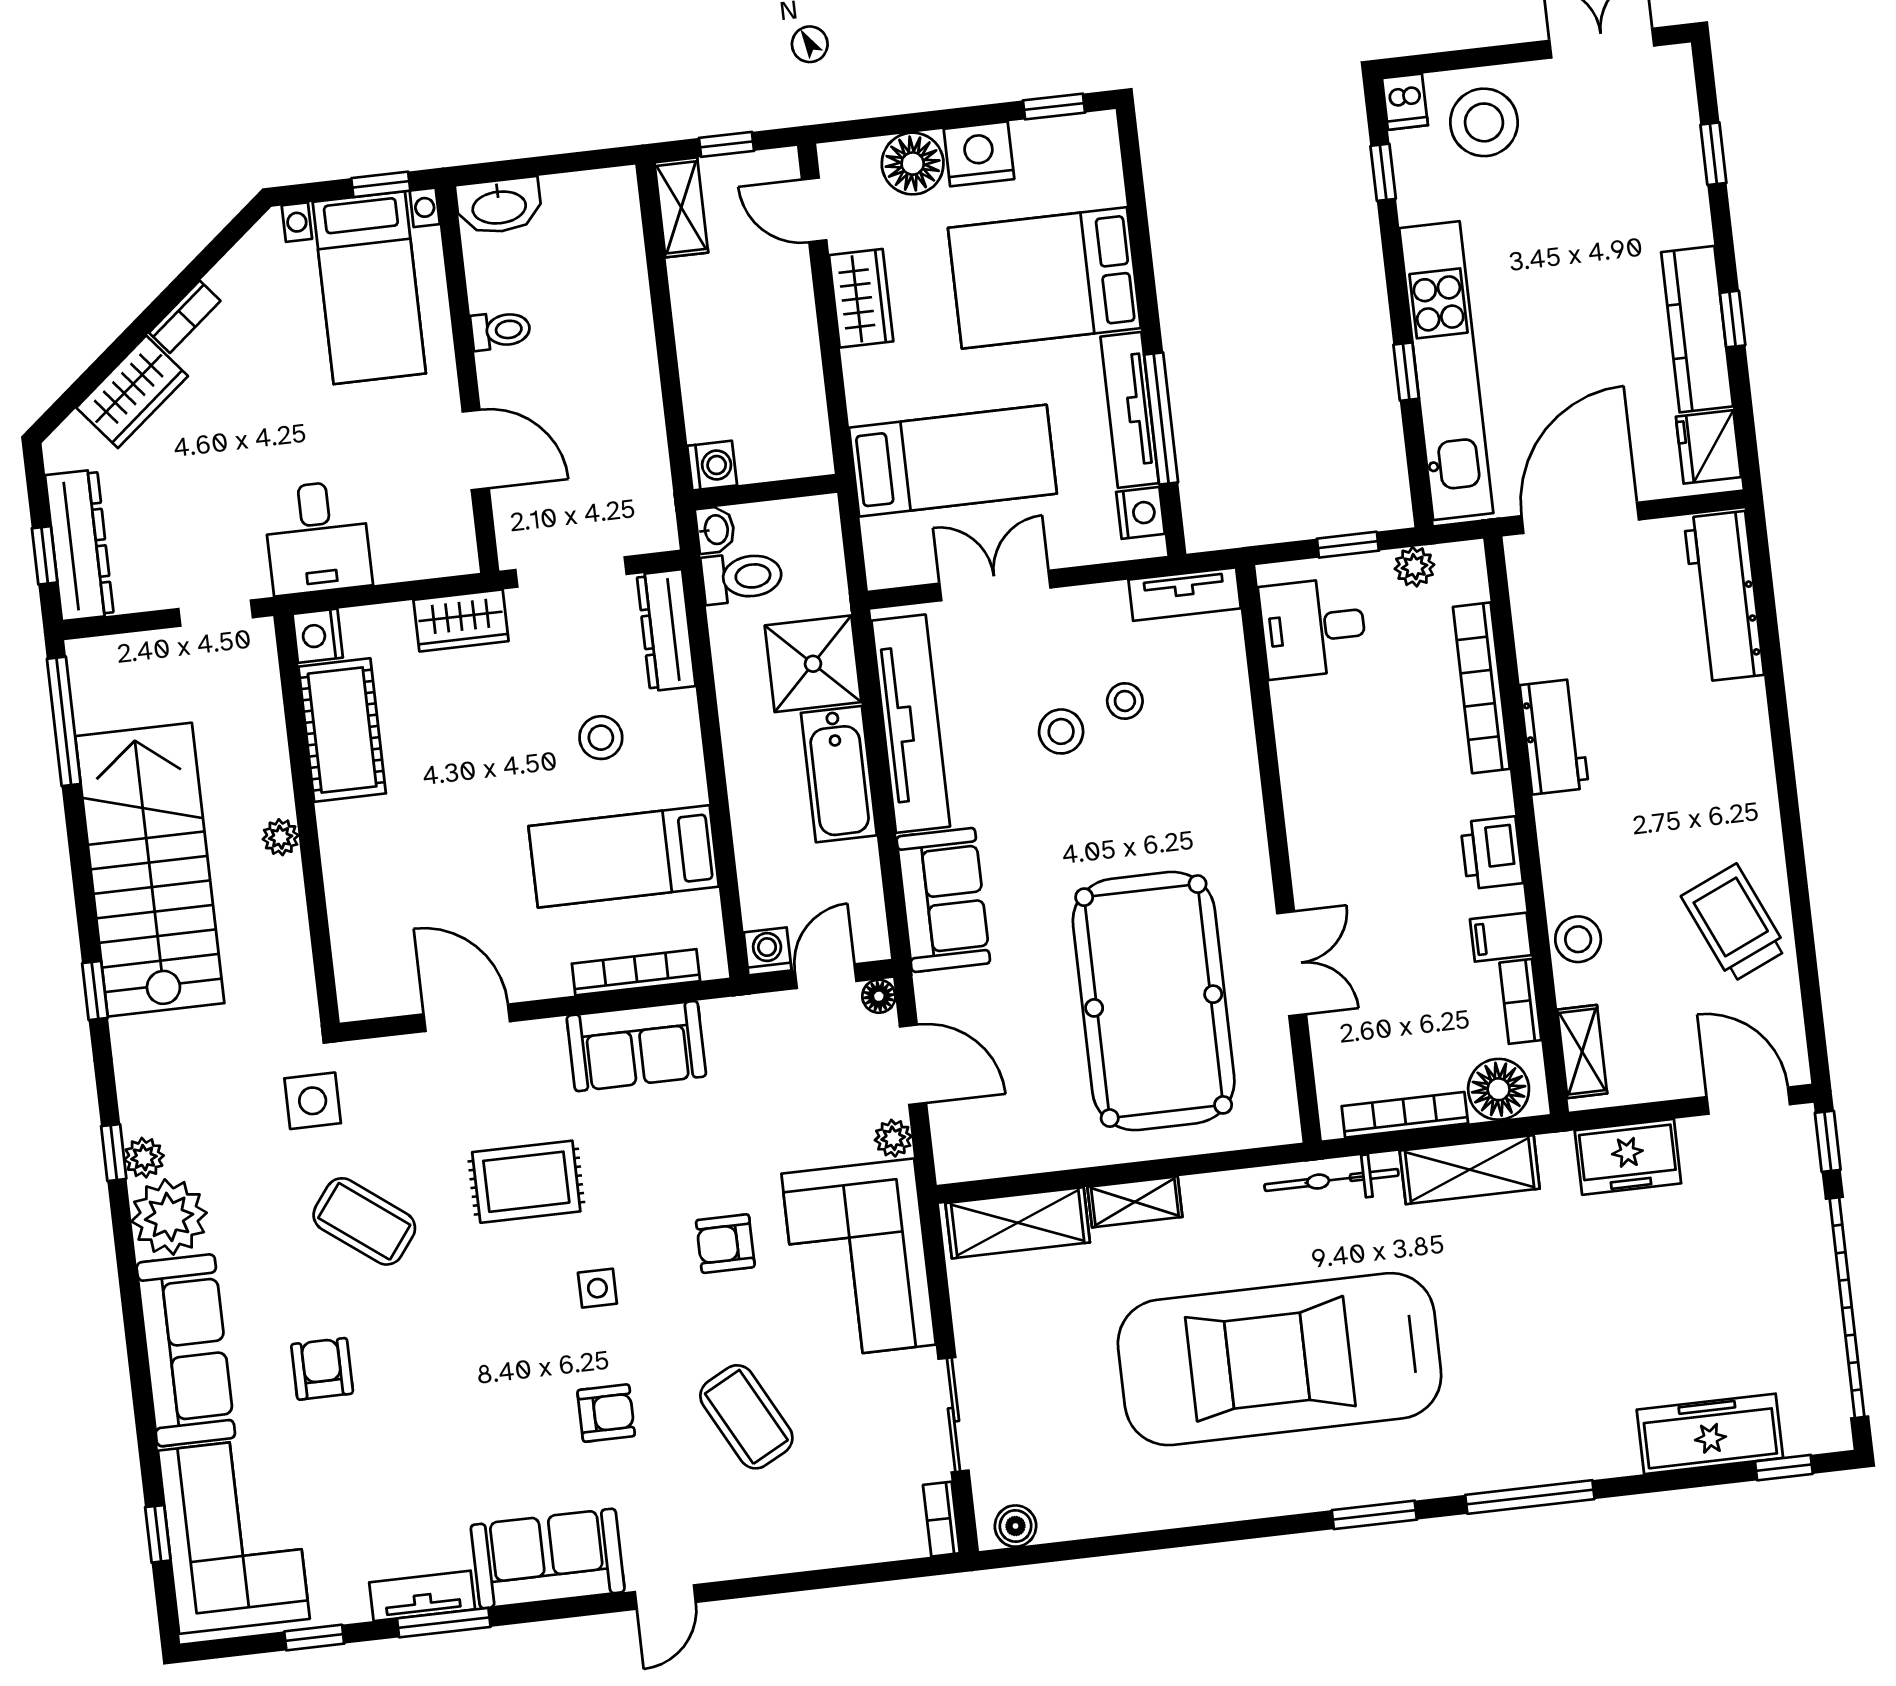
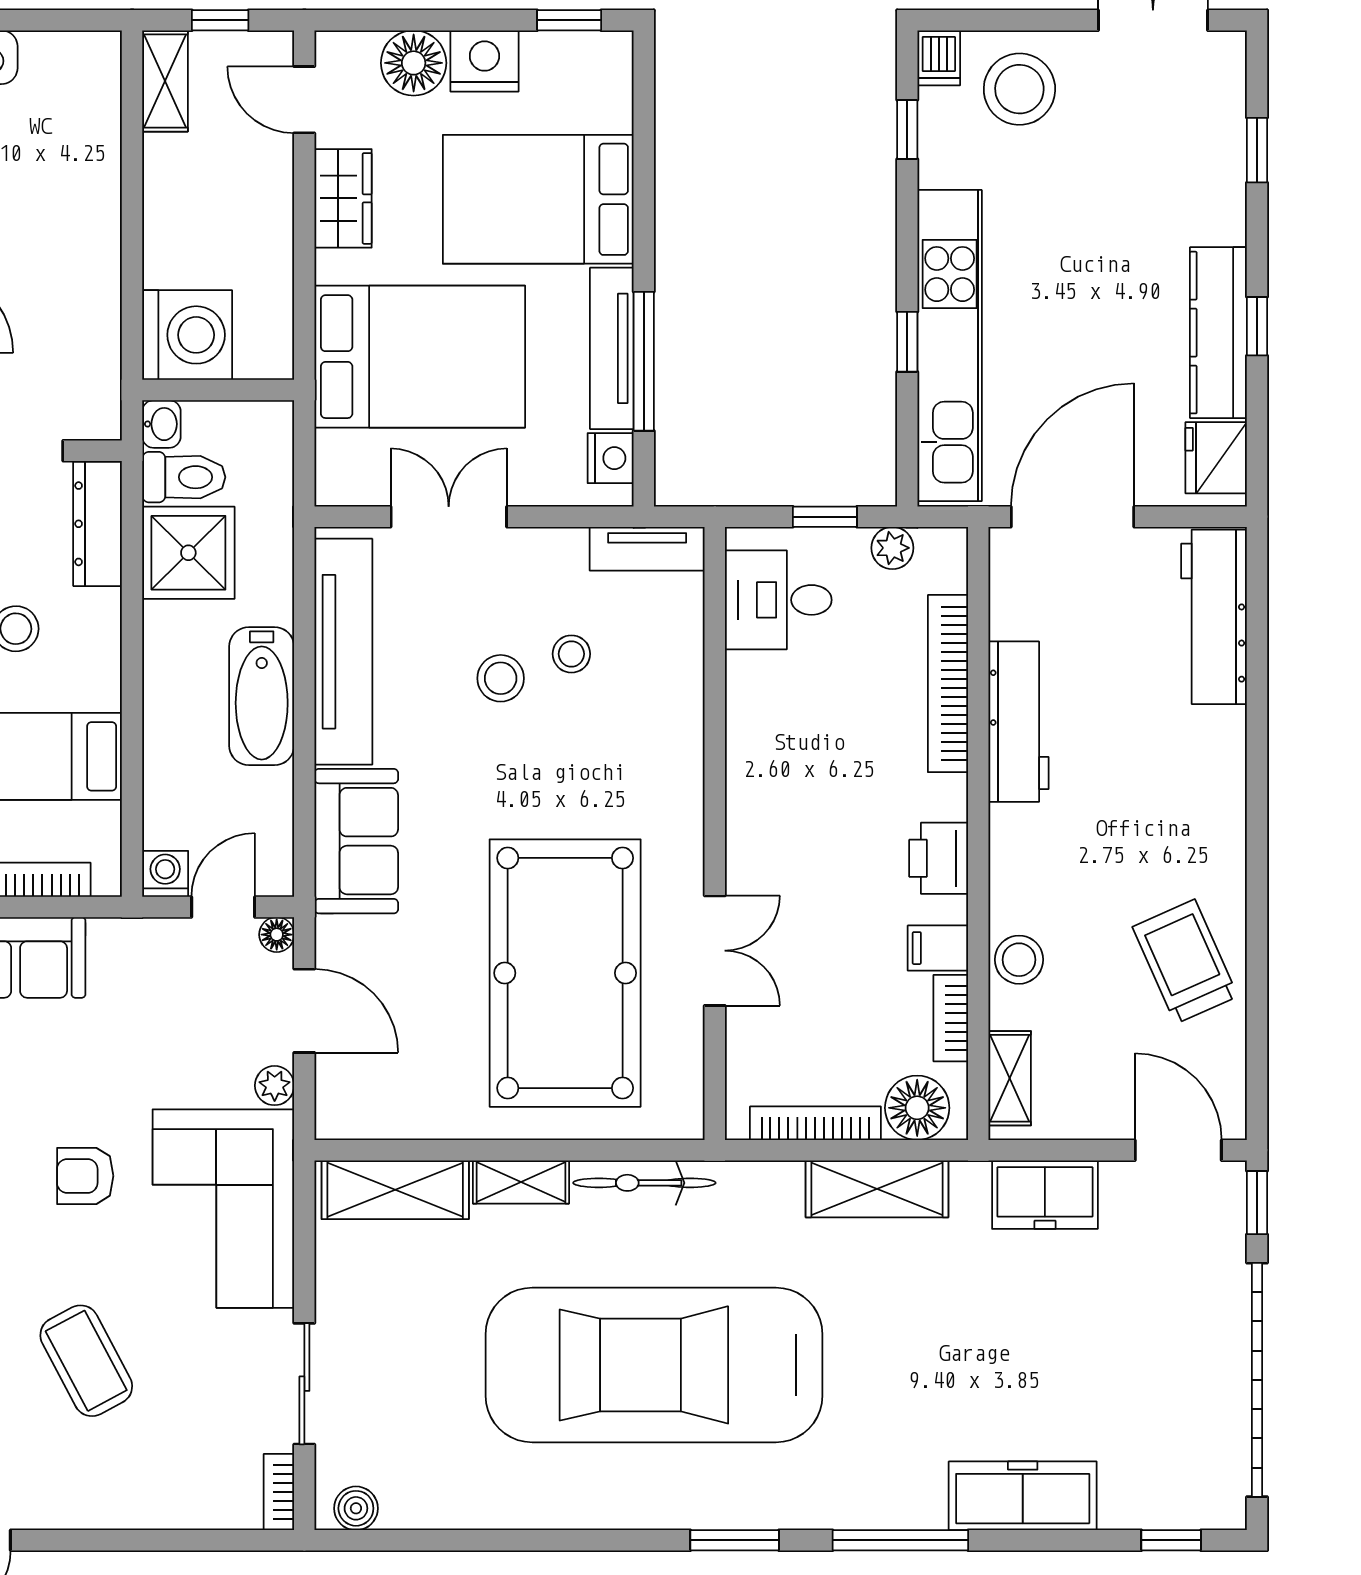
bed: (953, 461) -> (420, 357), width x1.50
washing machine: (712, 466) -> (187, 335), width x1.89, depth x1.89
shower: (813, 664) -> (188, 553), moved
workbench: (1554, 737) -> (1019, 722), width x1.38
bicycle: (1331, 1180) -> (644, 1183), moved
freezer: (1710, 1434) -> (1023, 1496), moved

